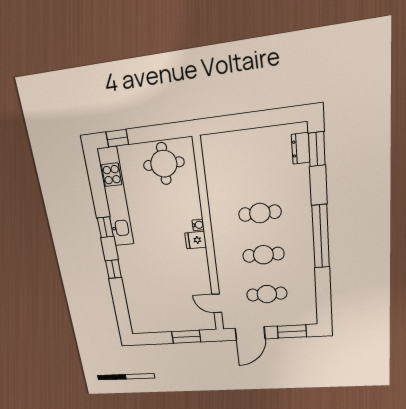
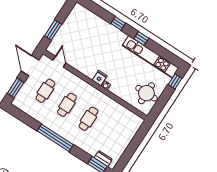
door: (217, 303) -> (59, 62), hinge flipped

